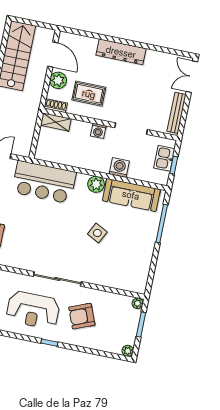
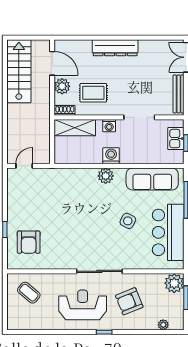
shelving: (56, 122) -> (75, 128), width x1.50, depth x1.33
washing machine: (119, 168) -> (111, 156), moved
bar counter: (44, 182) -> (168, 232), moved, turned 90
plant: (96, 184) -> (106, 176), moved
plant: (138, 303) -> (174, 283), width x1.87, depth x1.87
reception desk: (33, 310) -> (83, 305), turned 180
plant: (128, 351) -> (163, 325), moved

